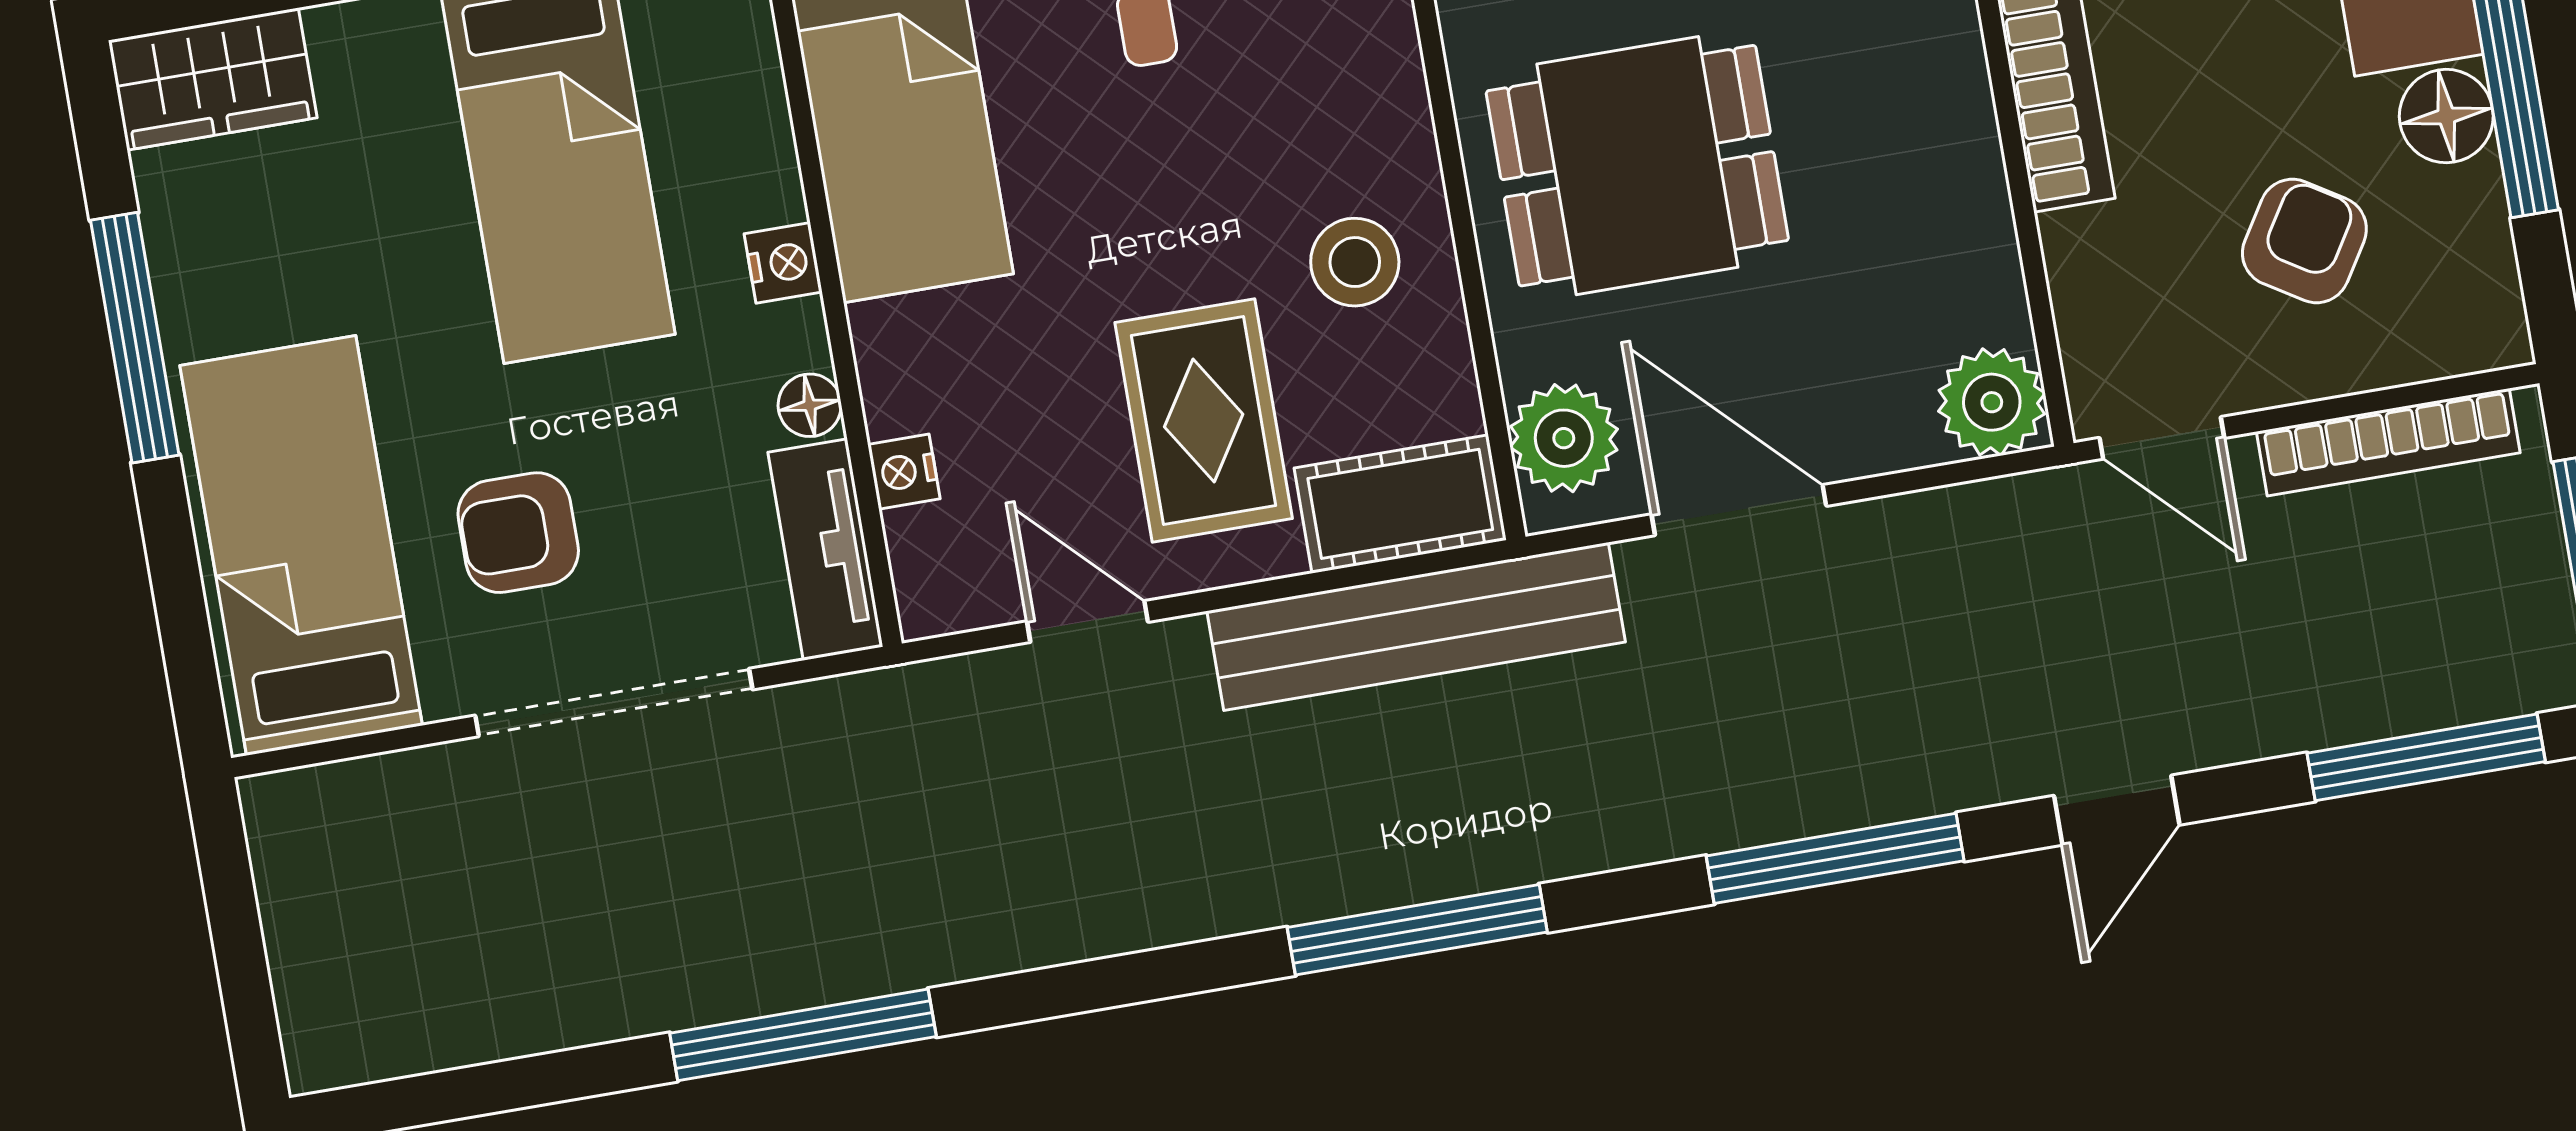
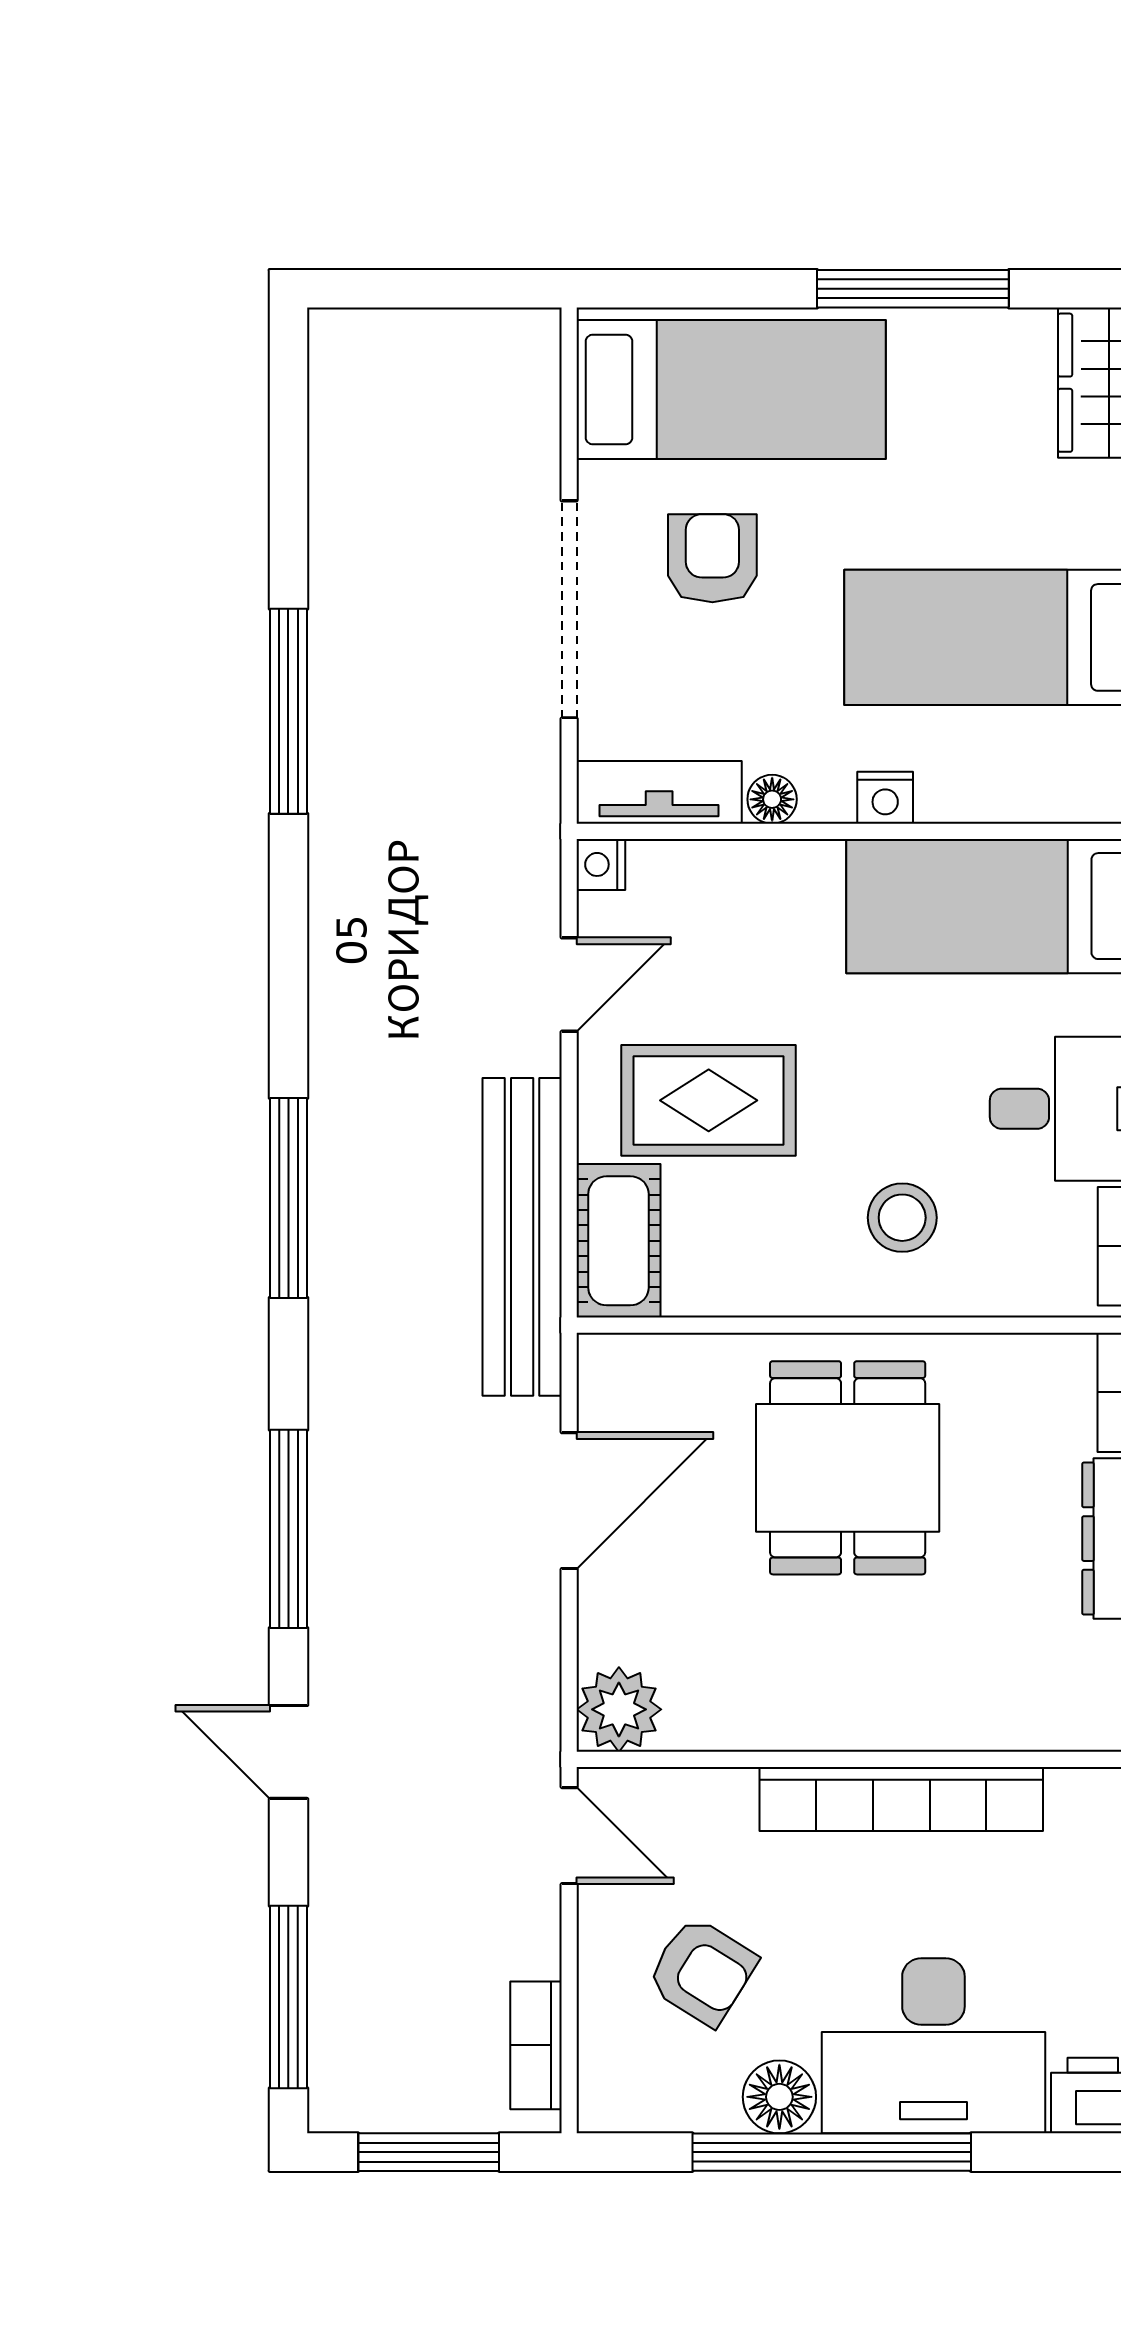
stool: (1355, 262) -> (902, 1218), moved
plant: (1564, 438) -> (648, 1375), removed
door: (2162, 438) -> (569, 1836), swing flipped
bookcase: (2388, 442) -> (536, 2045), width x0.64
nightstand: (904, 472) -> (601, 864), moved, turned -90

